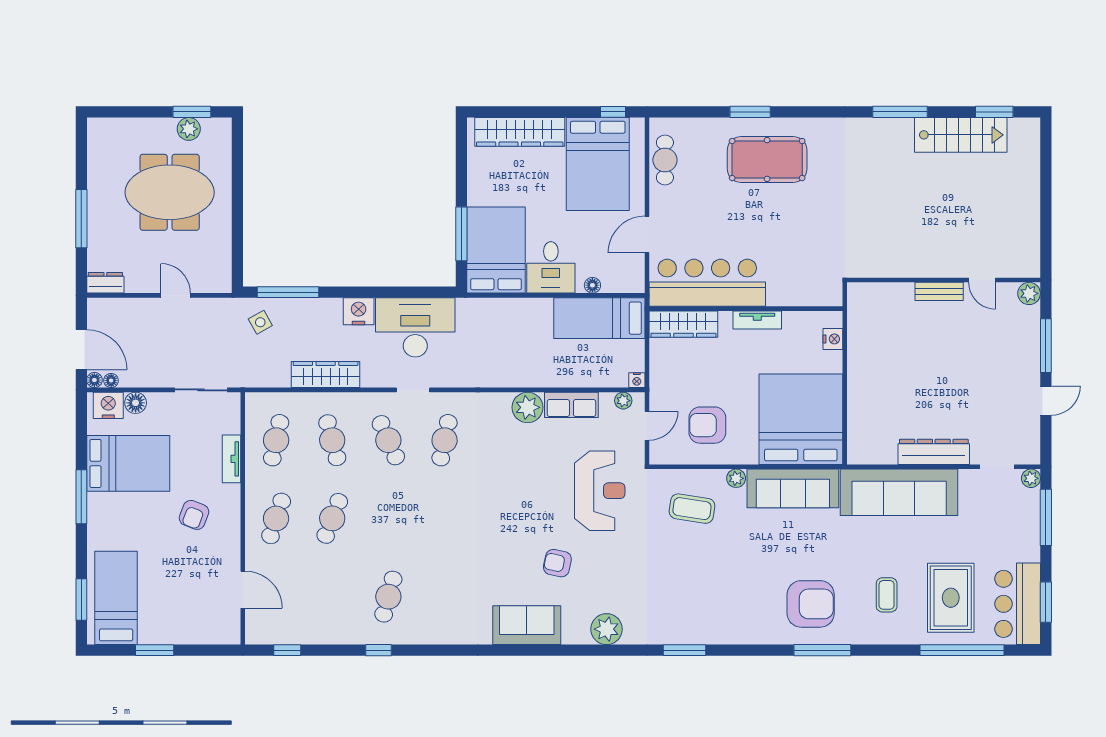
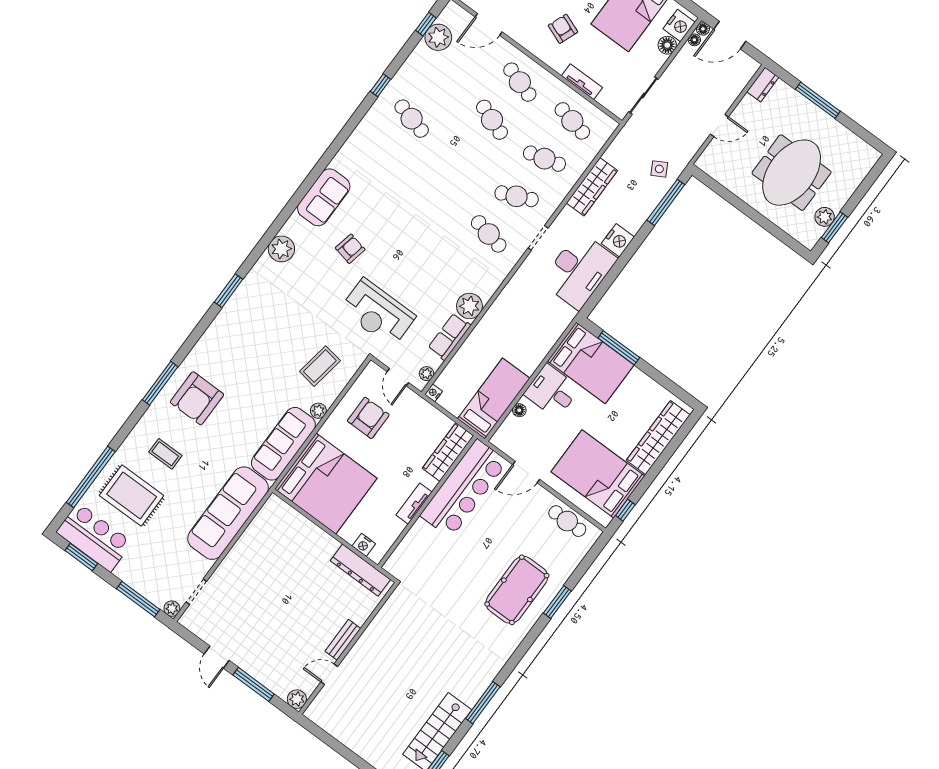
door: (647, 235) -> (526, 472), swing flipped
dresser: (934, 452) -> (360, 570), moved, turned 90
plant: (291, 629) -> (438, 37), added

